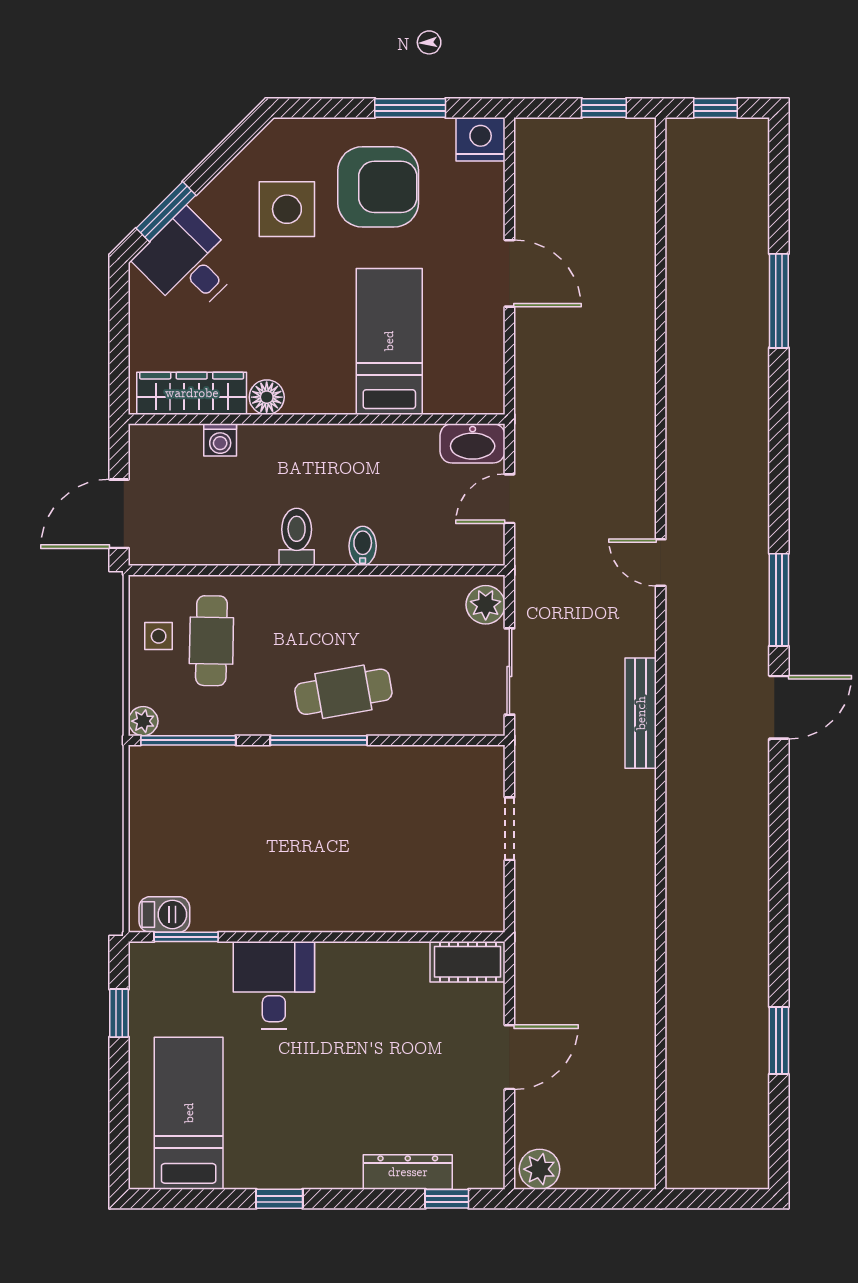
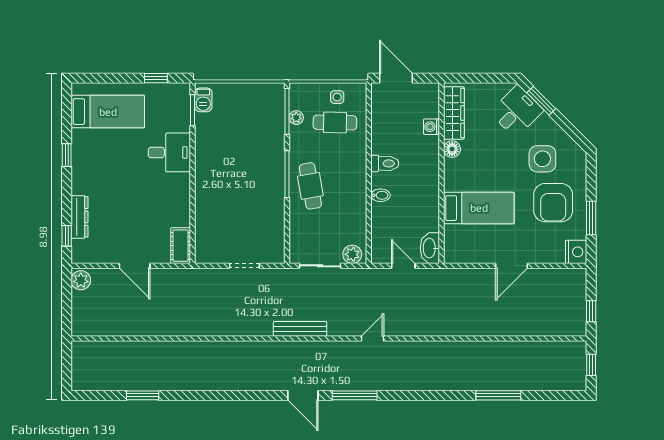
plant: (143, 721) -> (296, 118), moved

